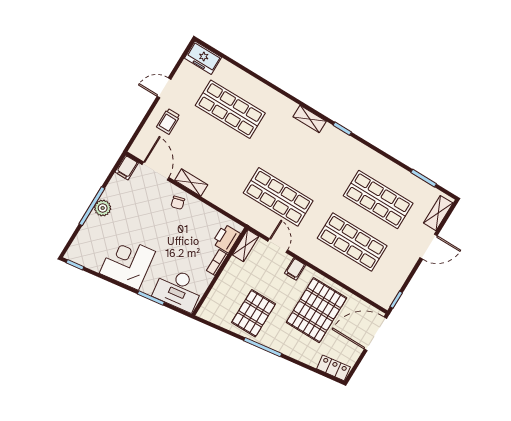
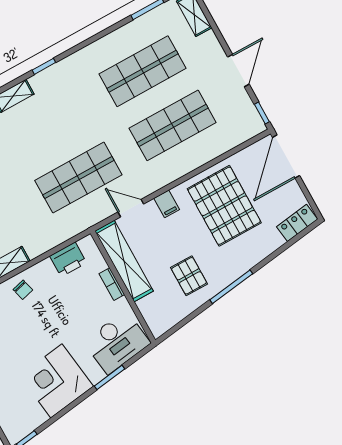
printer: (226, 238) -> (68, 259), moved, turned -90
shelving: (246, 246) -> (124, 261), width x2.20, depth x1.33
door: (429, 247) -> (238, 71), moved
pallet: (254, 313) -> (189, 276), width x0.67, depth x0.71

